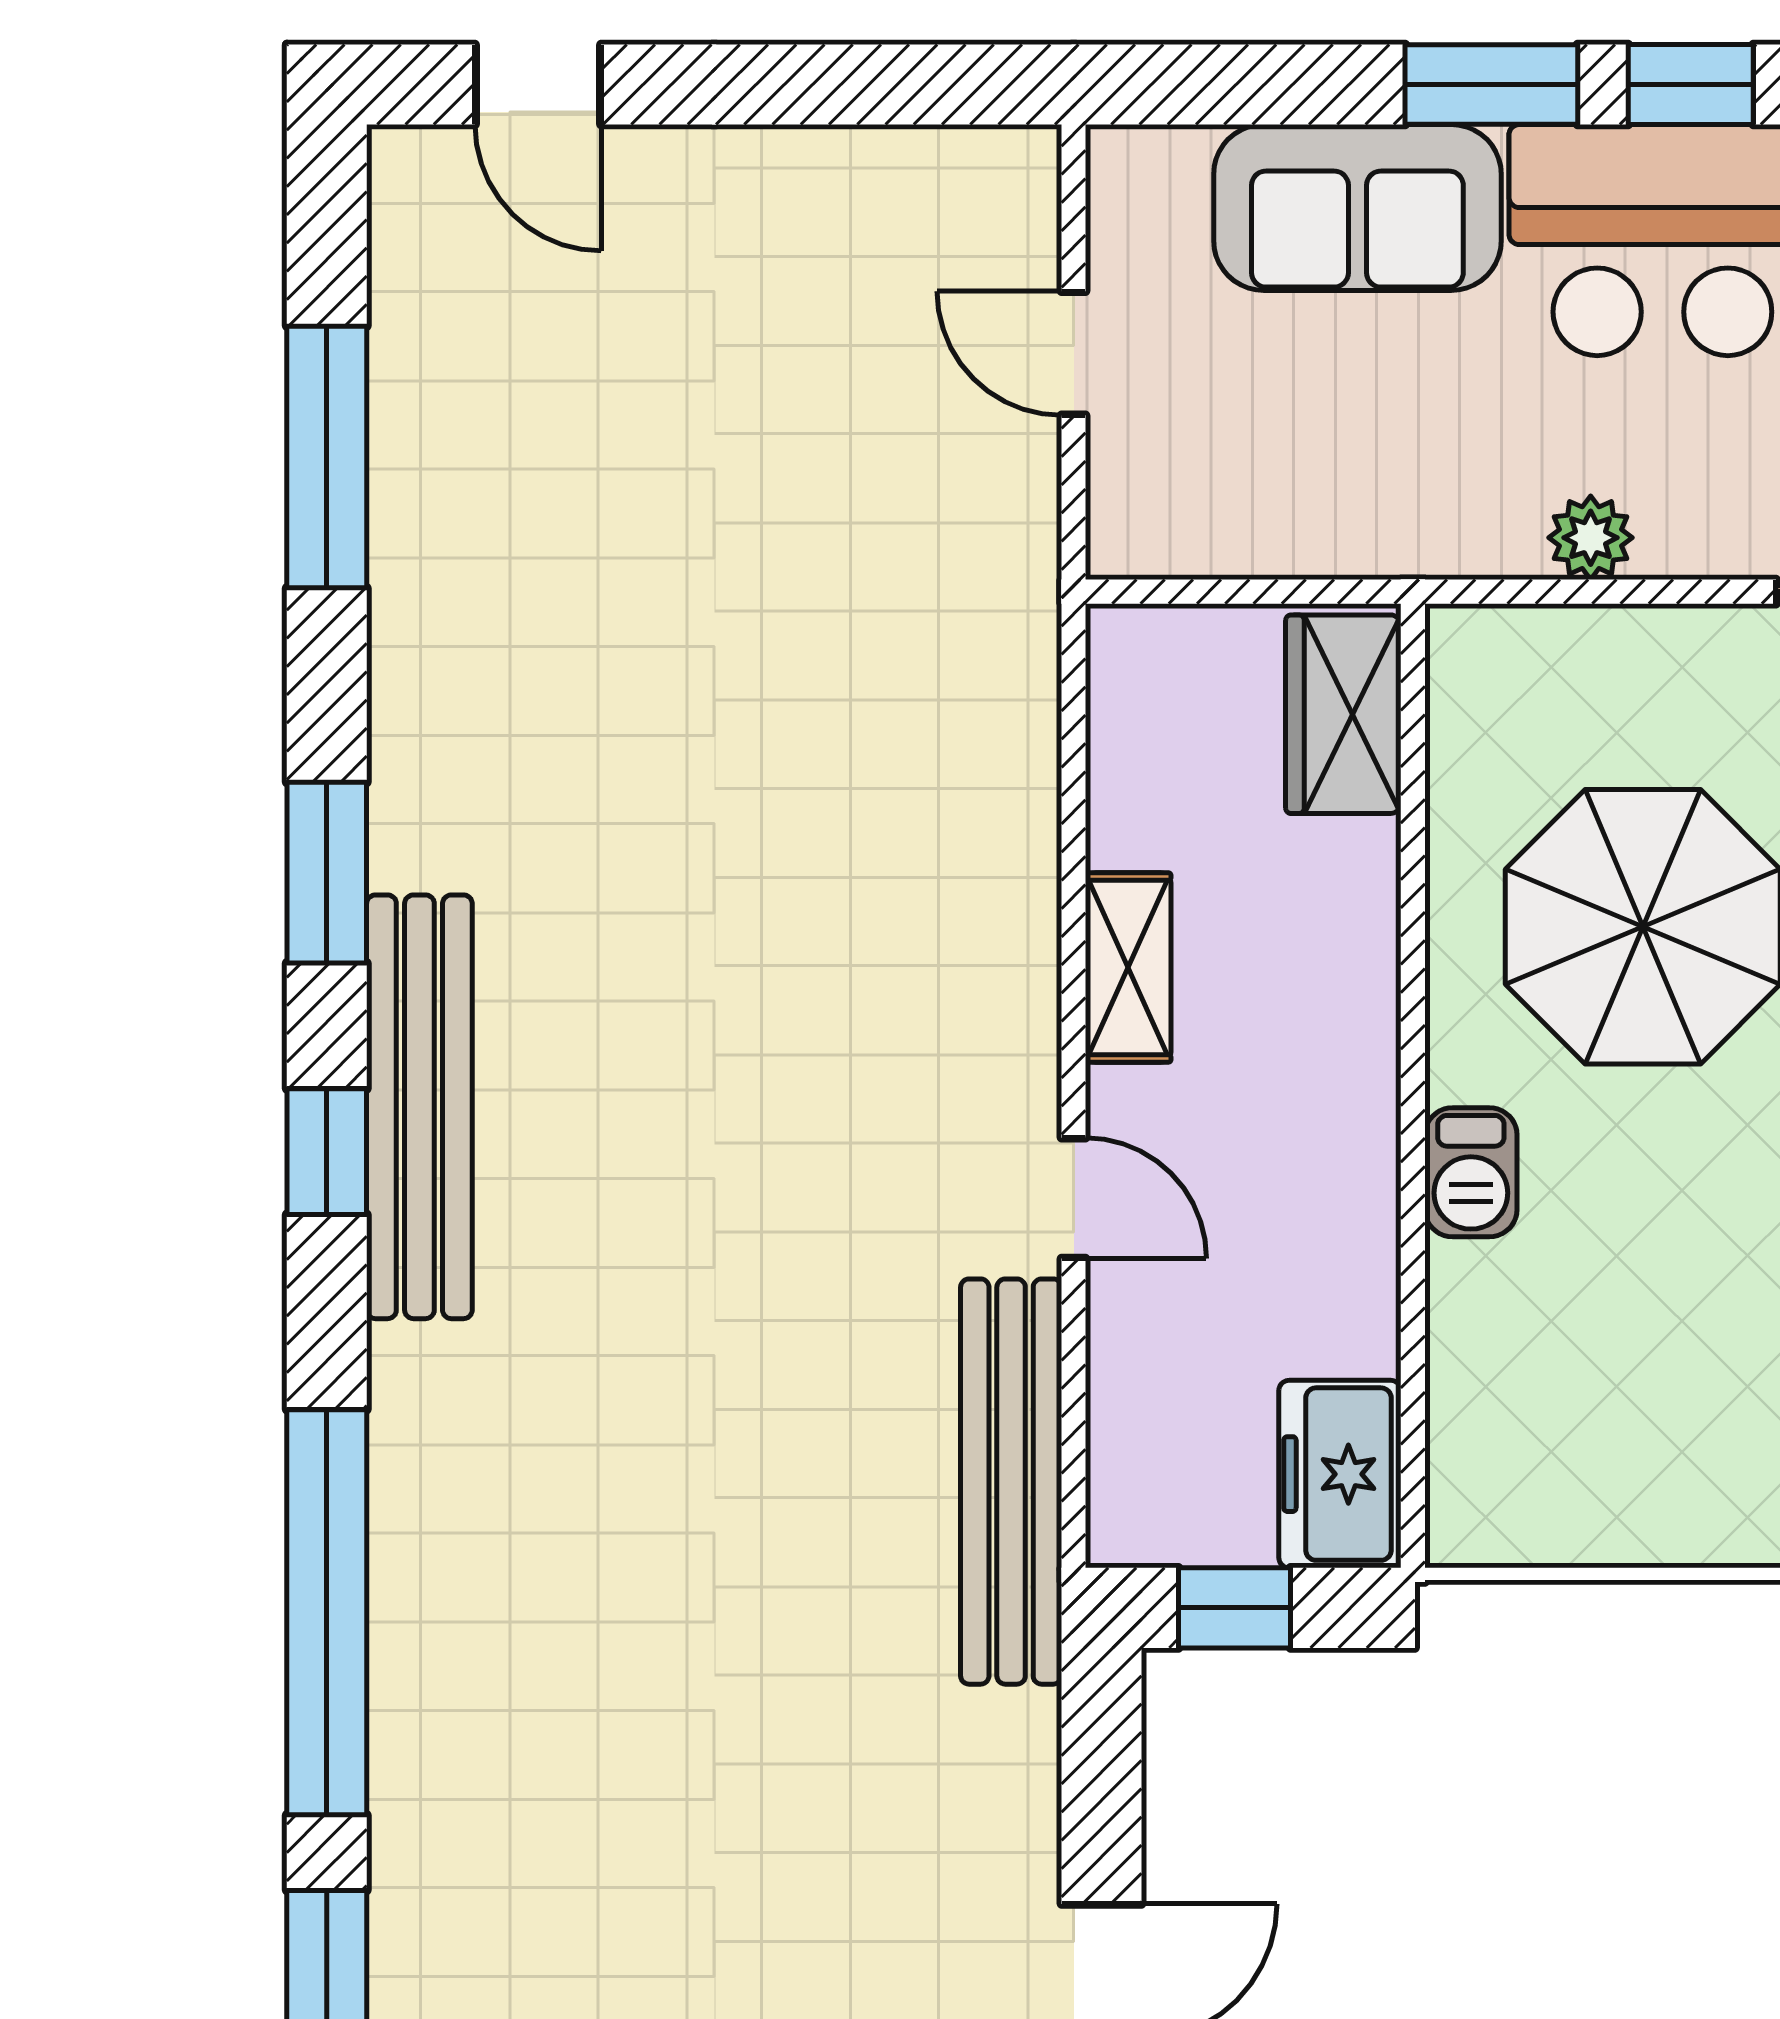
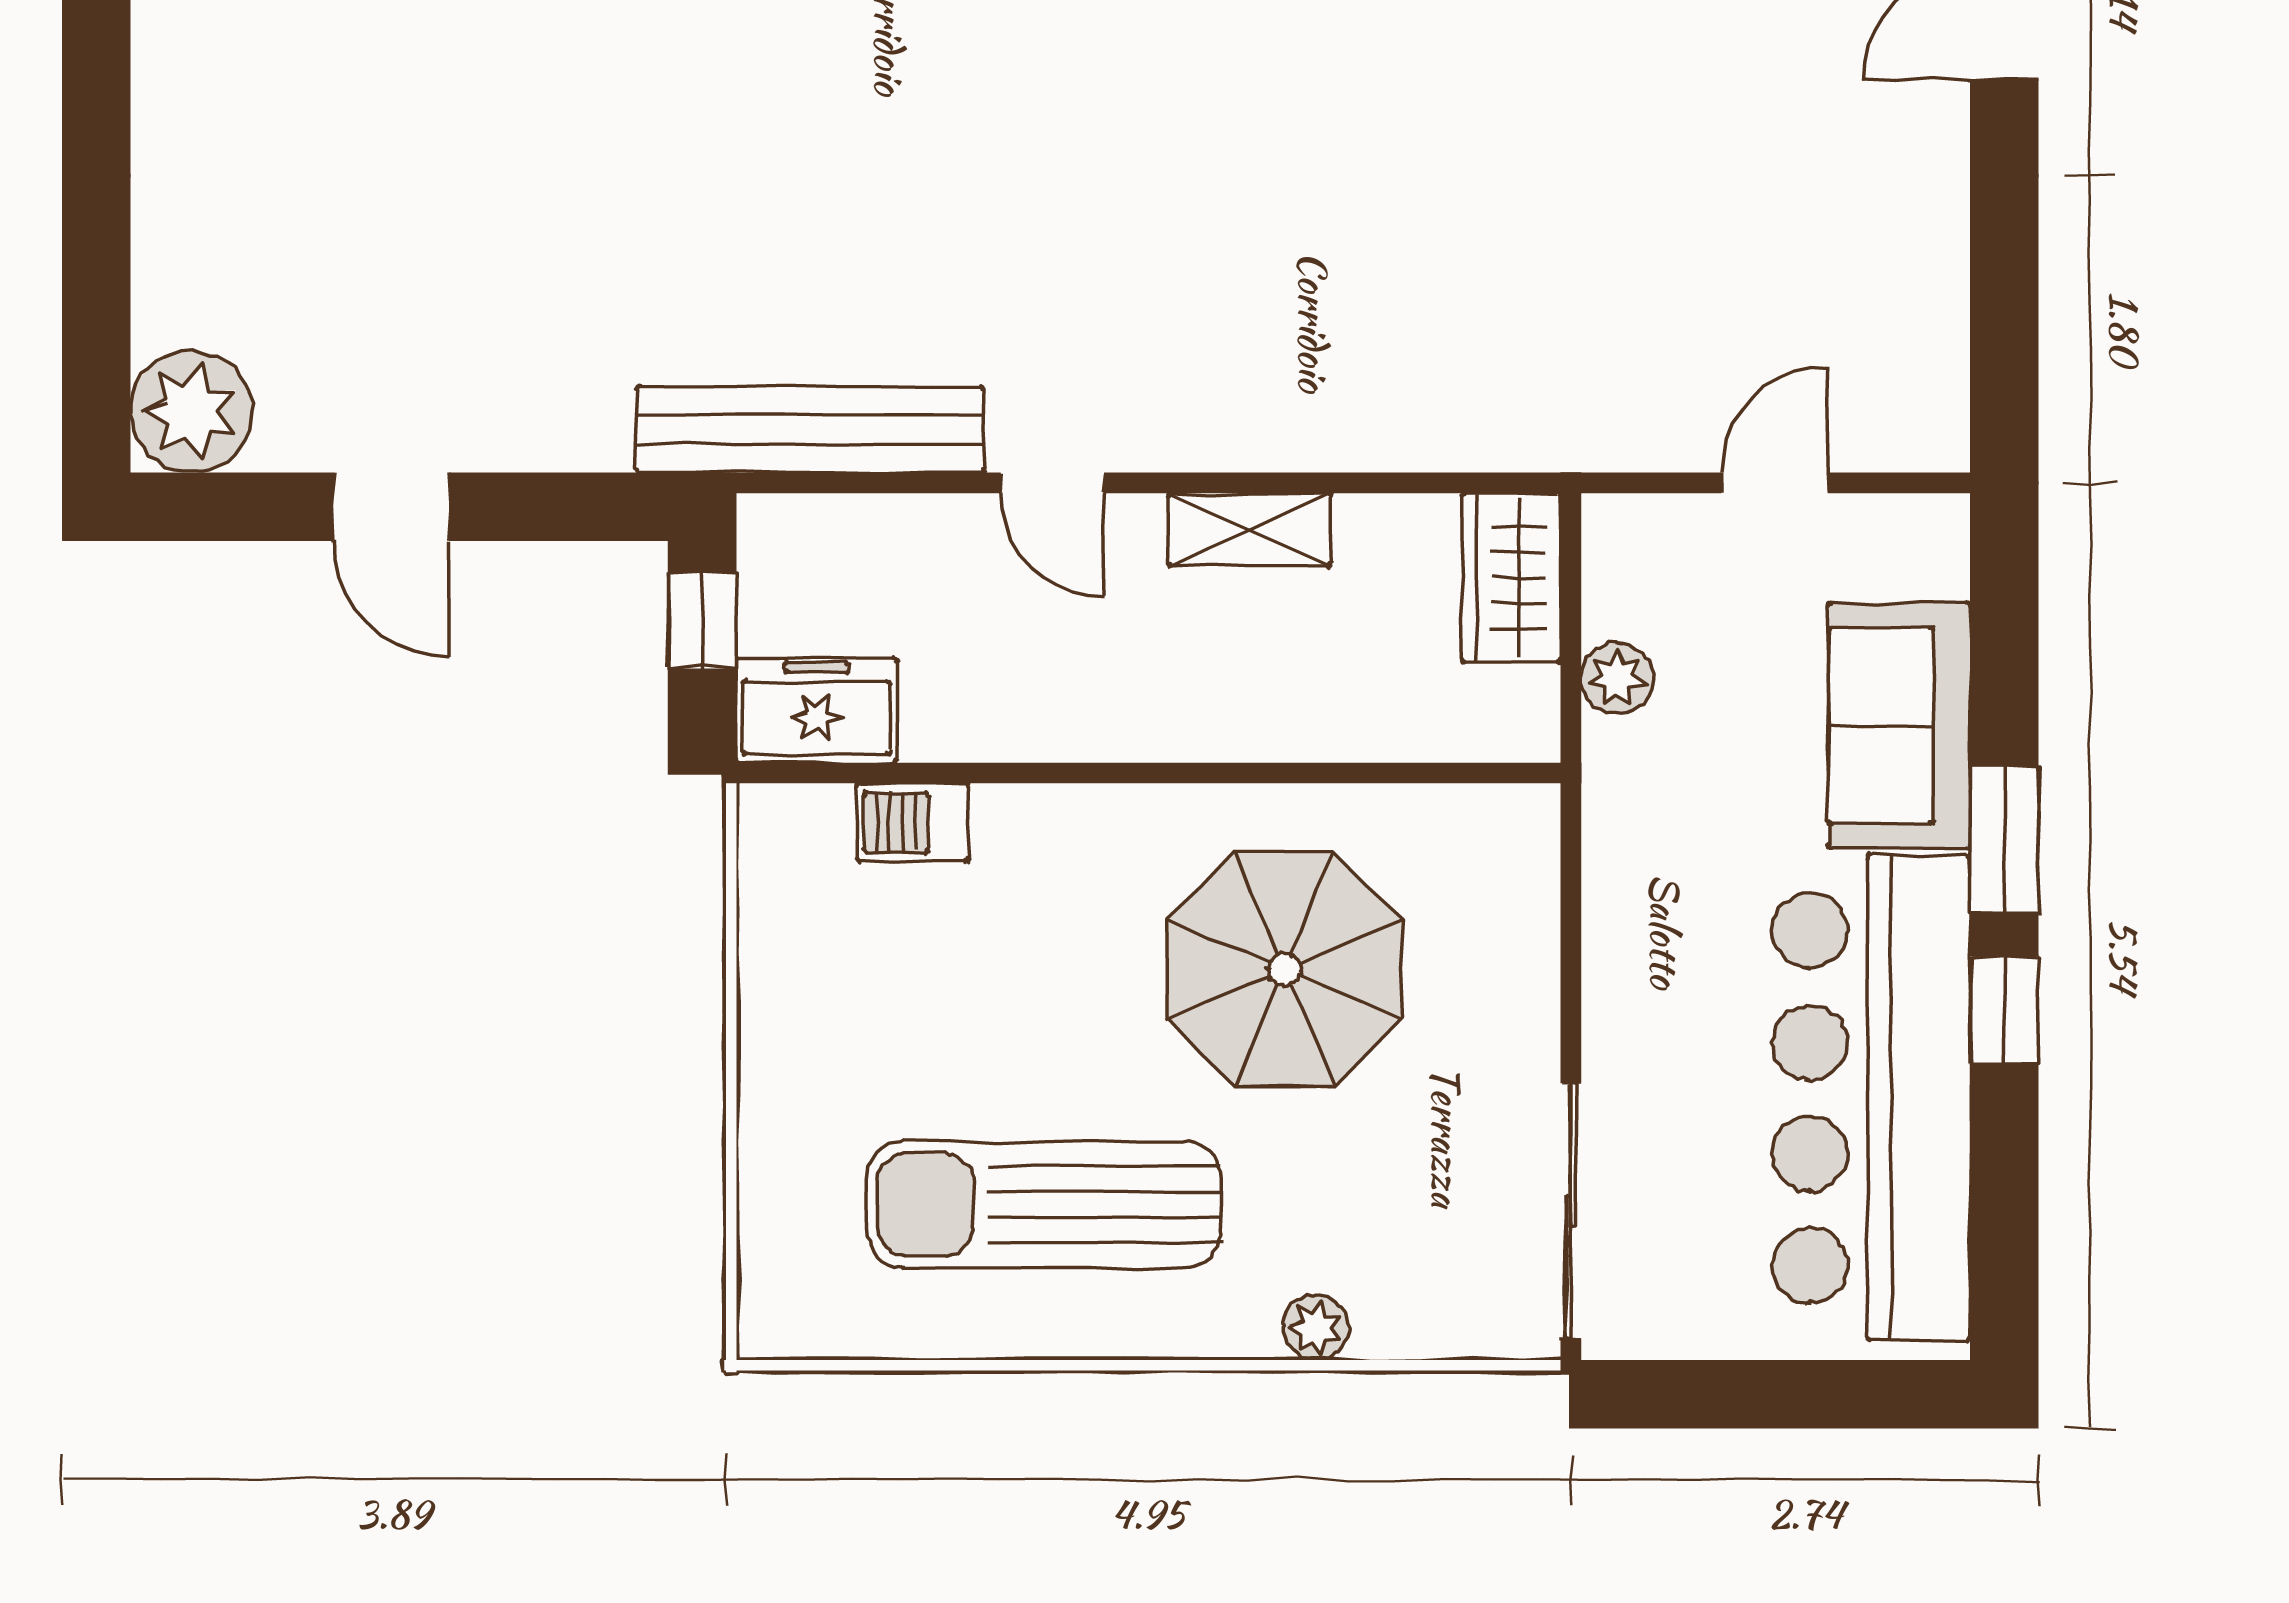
plant: (1591, 538) -> (1617, 678), moved
wardrobe: (1343, 714) -> (1511, 578), moved, turned -90
barbecue: (1471, 1172) -> (913, 823), moved
door: (1074, 1198) -> (1052, 483), hinge flipped

